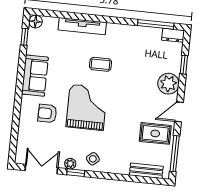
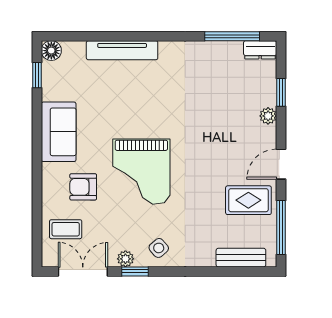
coffee table: (101, 64) -> (66, 229), moved
plant: (168, 84) -> (268, 116), width x0.53, depth x0.53
grand piano: (87, 107) -> (141, 172), turned 180

